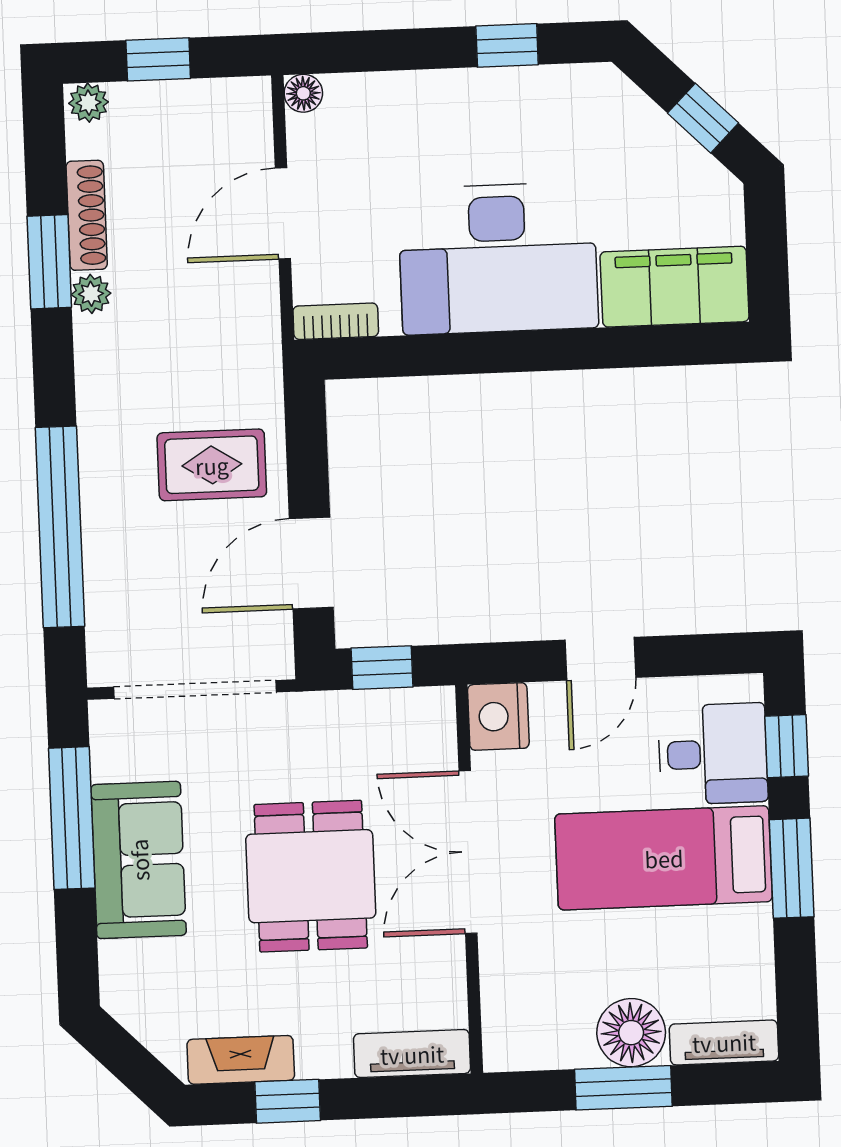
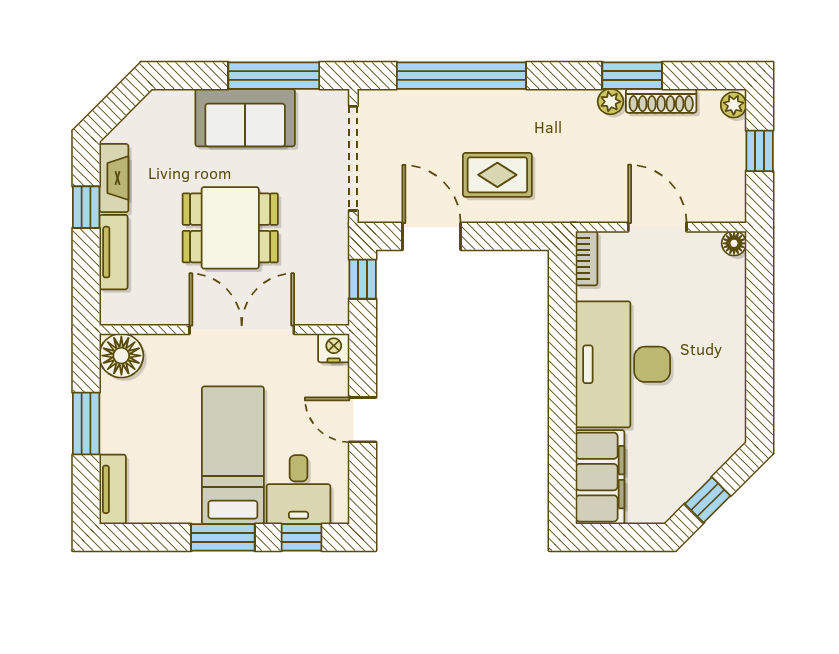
window: (507, 45) -> (760, 376), removed
rug: (212, 465) -> (497, 175), turned 90
nightstand: (498, 716) -> (334, 348), width x0.74, depth x0.75
floor lamp: (631, 1033) -> (121, 356), moved
tv unit: (412, 1054) -> (113, 252), moved

